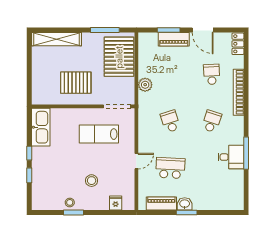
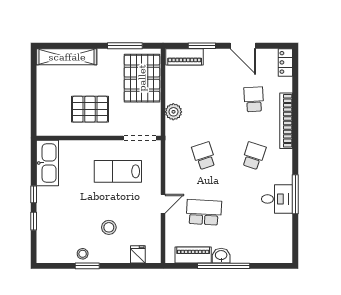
piano: (174, 39) -> (185, 57), moved
window: (187, 213) -> (224, 266), width x2.11

